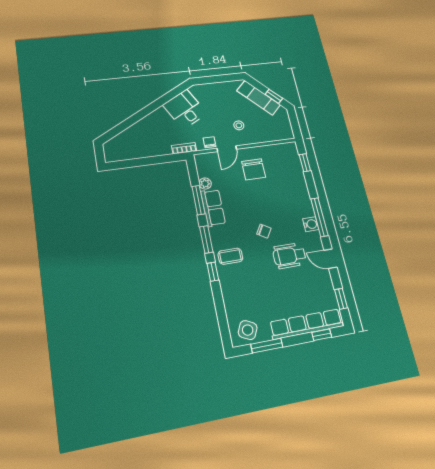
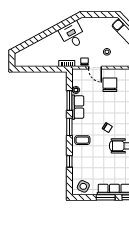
door: (227, 149) -> (95, 68), hinge flipped
chair: (254, 169) -> (110, 85), turned 180
window: (213, 272) -> (69, 161), moved
window: (267, 346) -> (106, 197), moved

